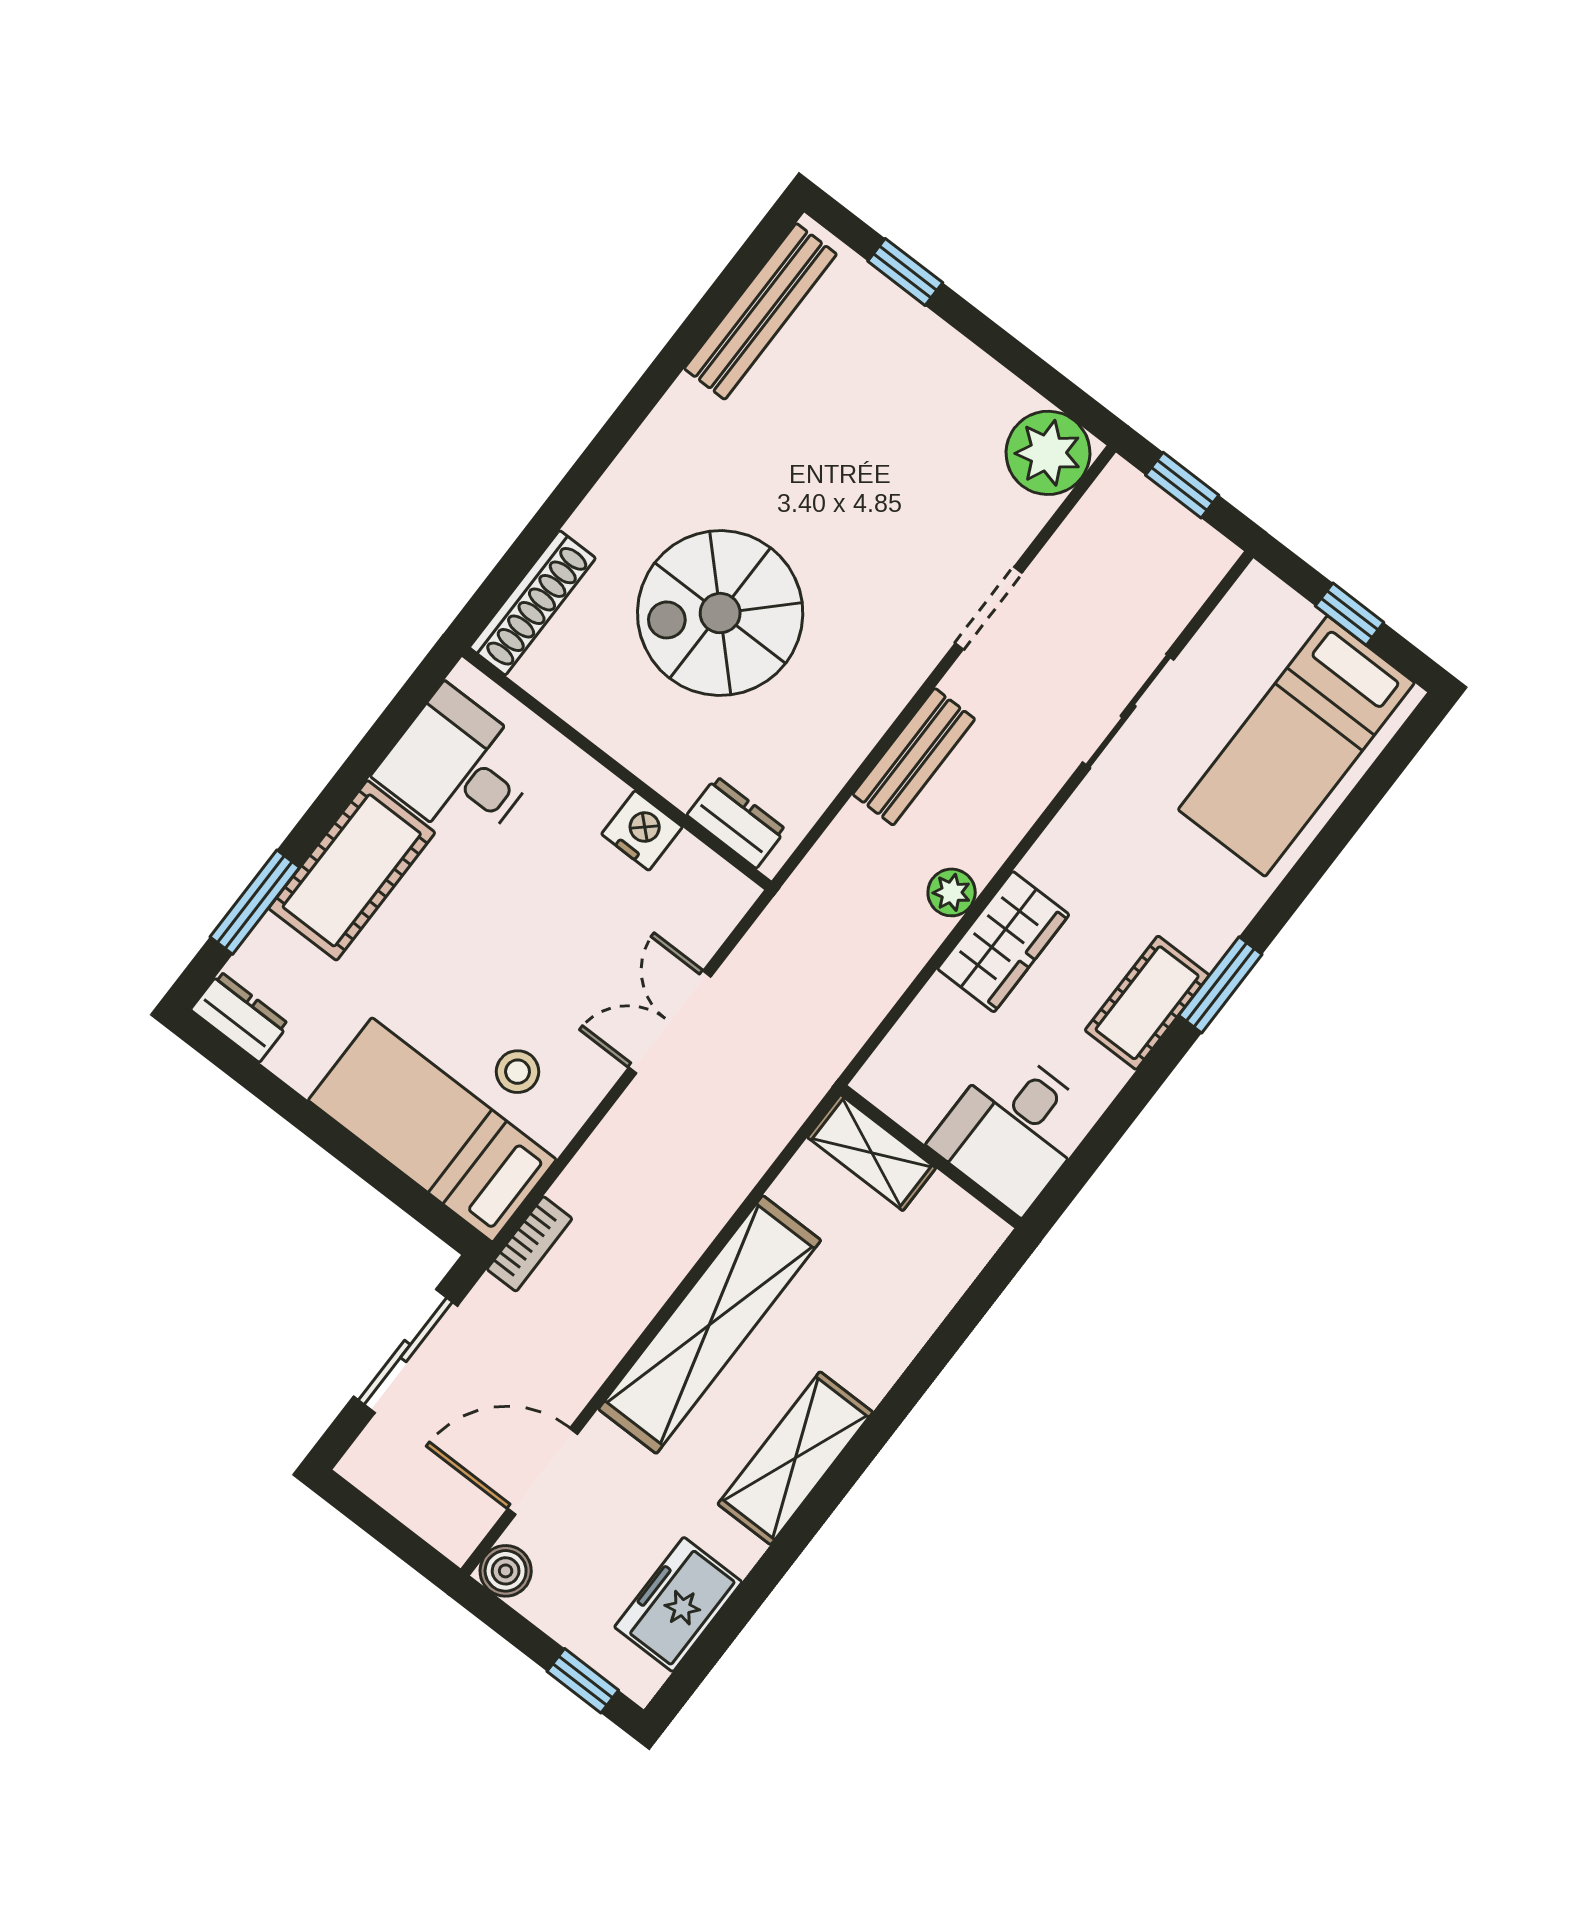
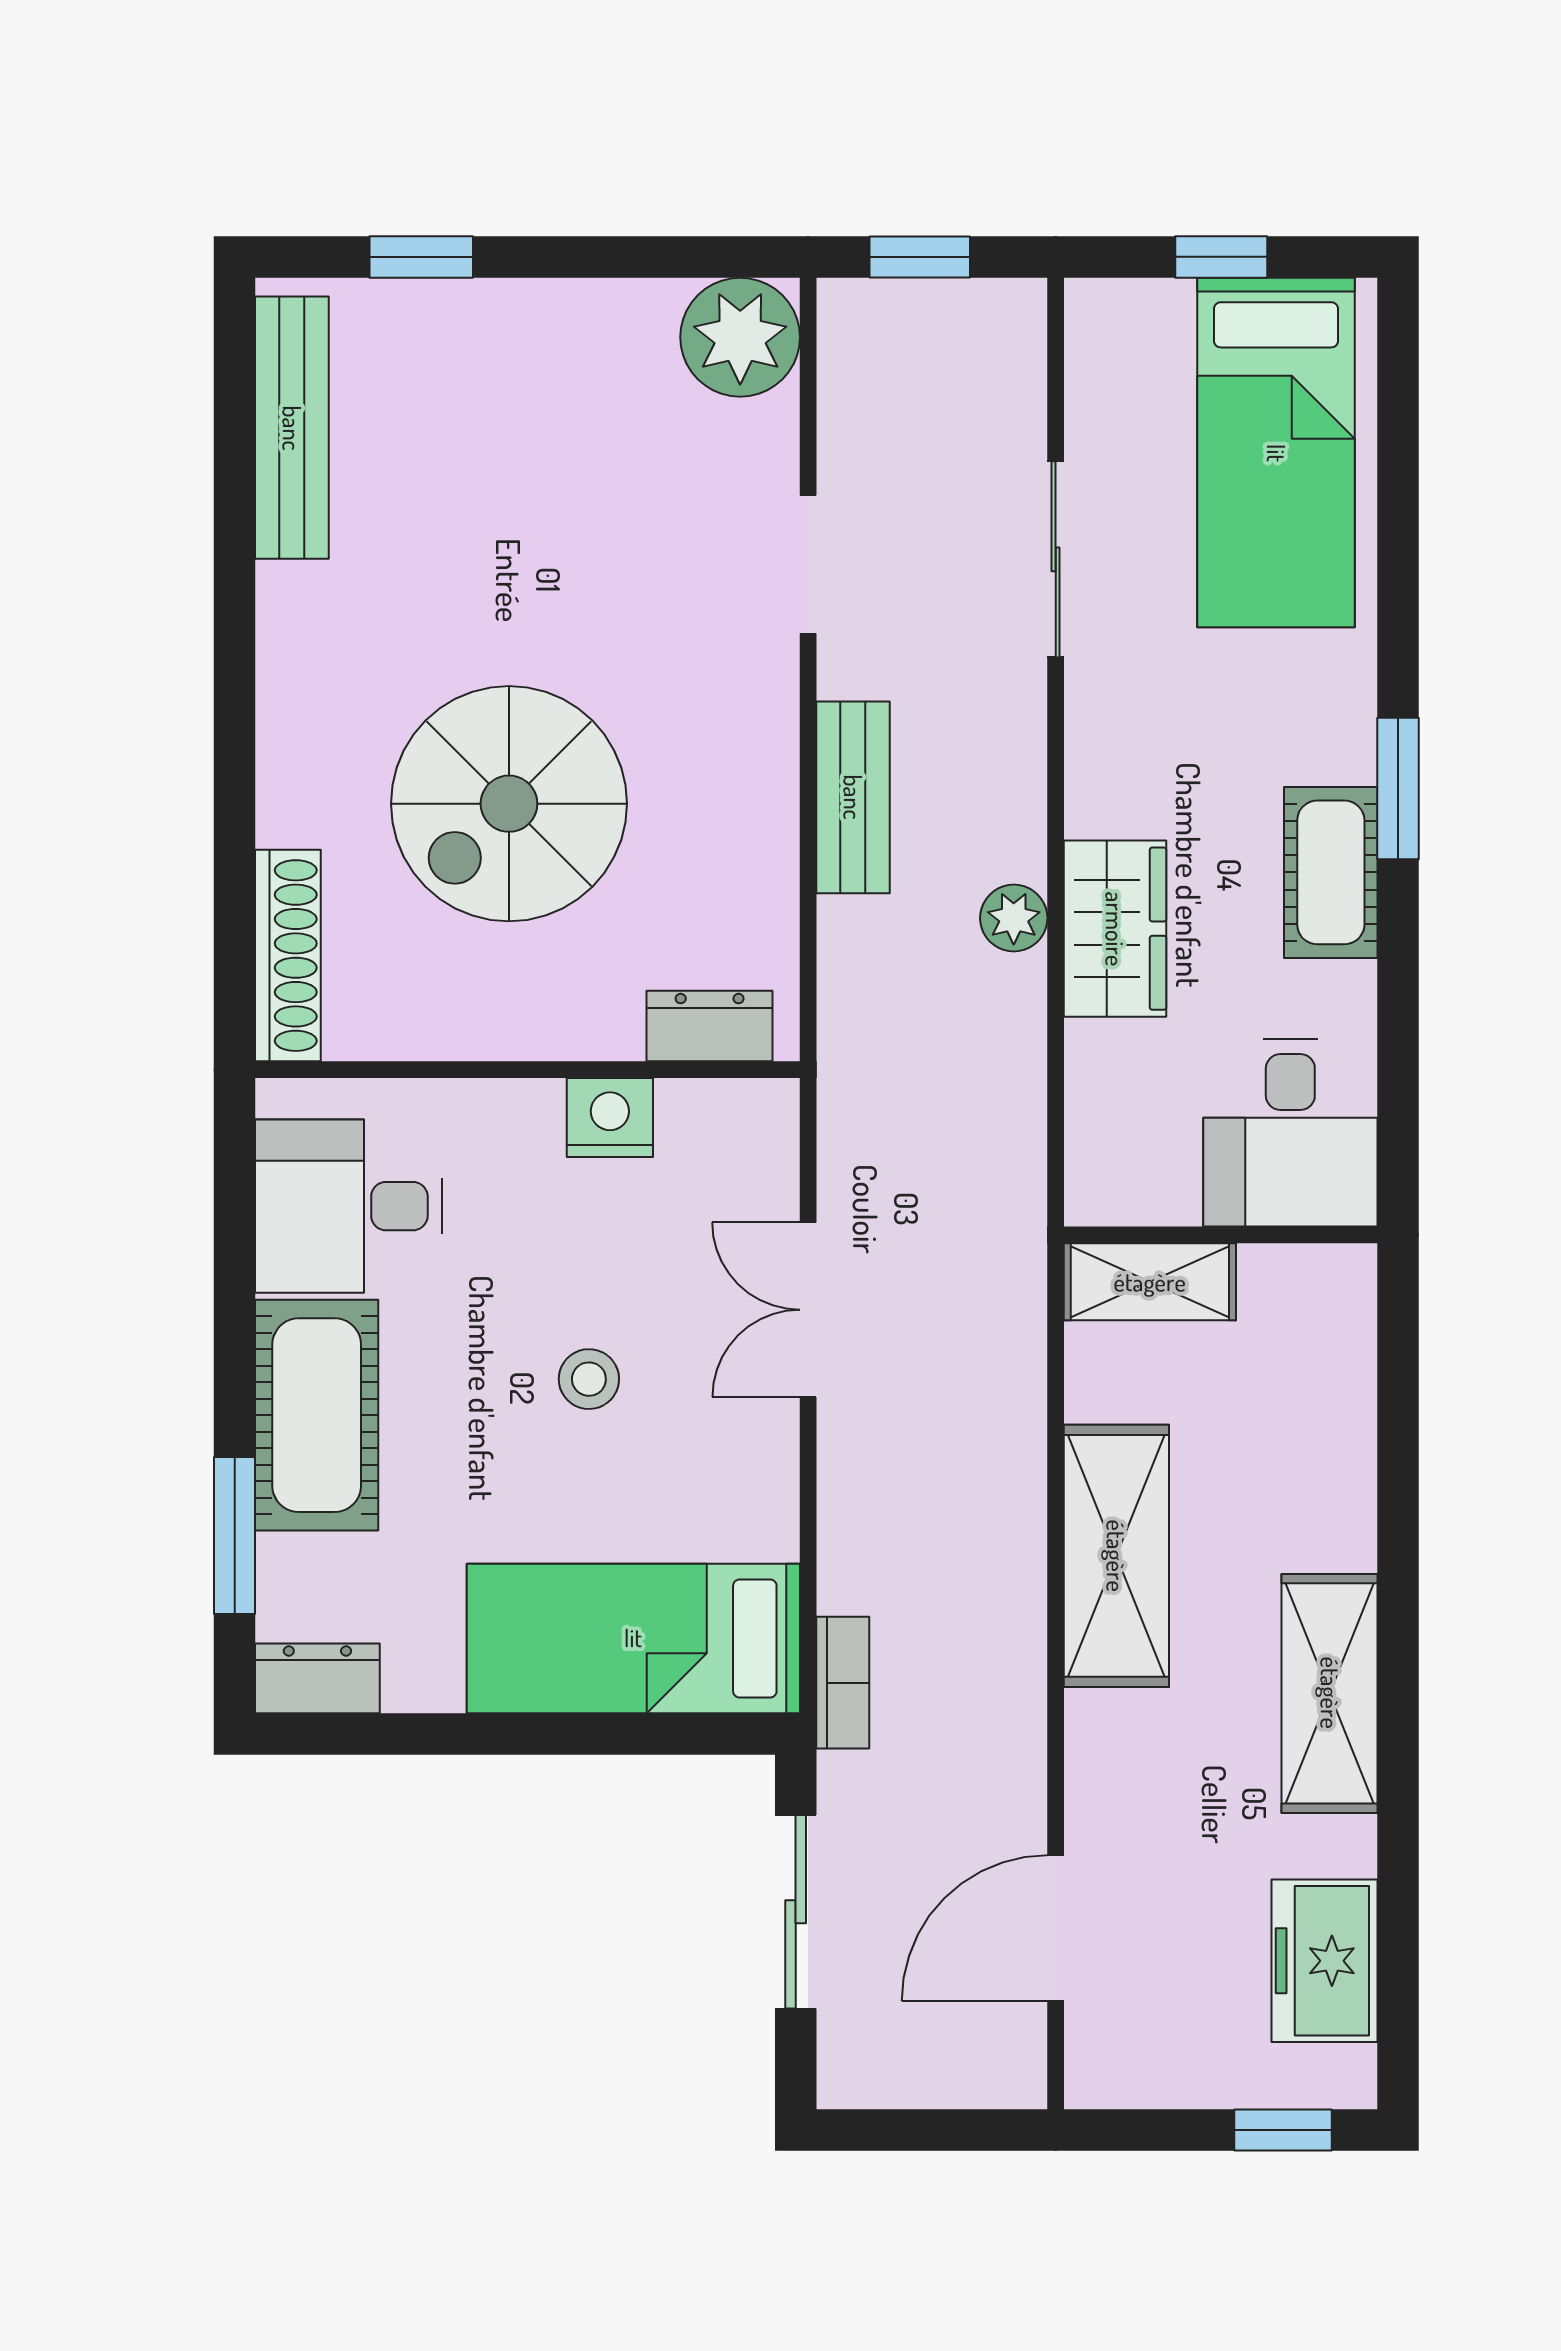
stool: (518, 1072) -> (589, 1379), moved
shelving: (710, 1325) -> (1116, 1556), width x0.68
boiler: (506, 1571) -> (1100, 2073), removed

